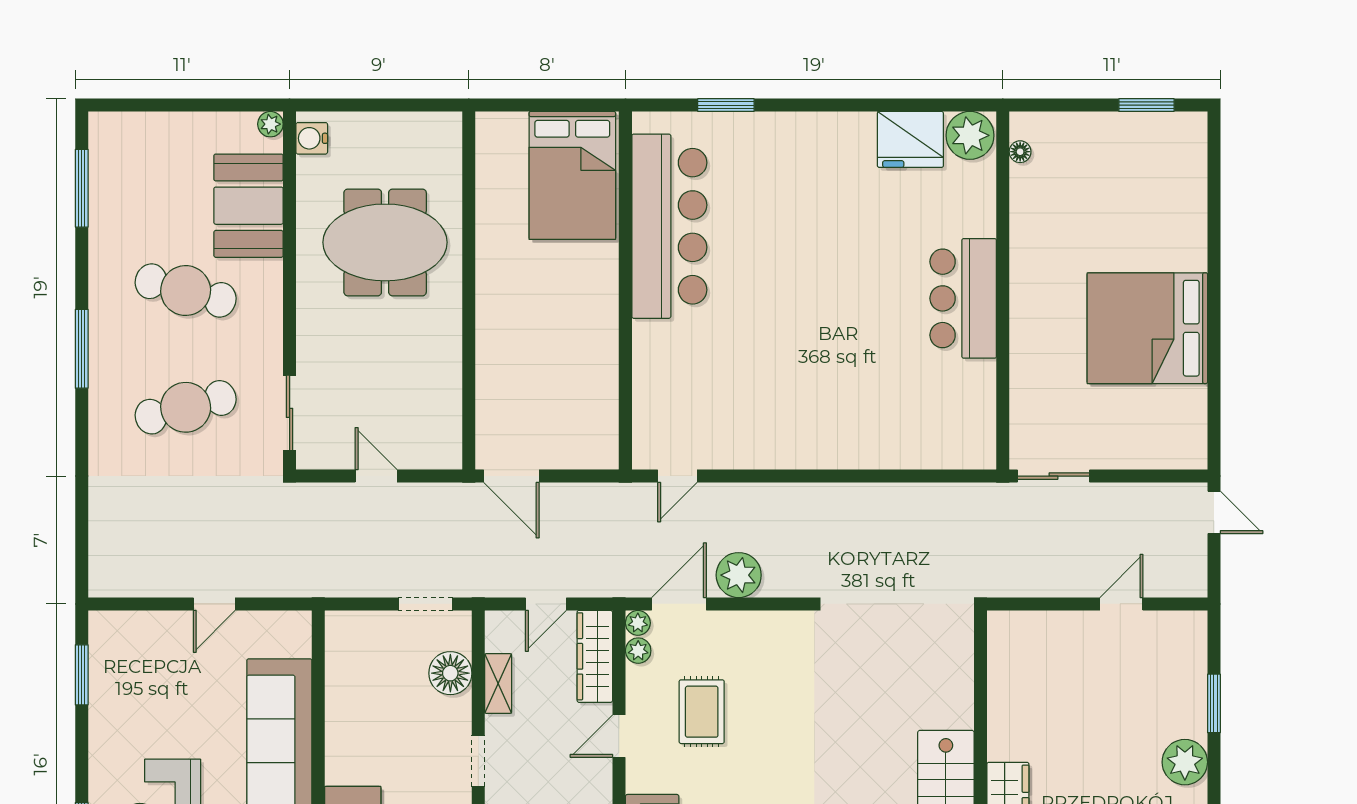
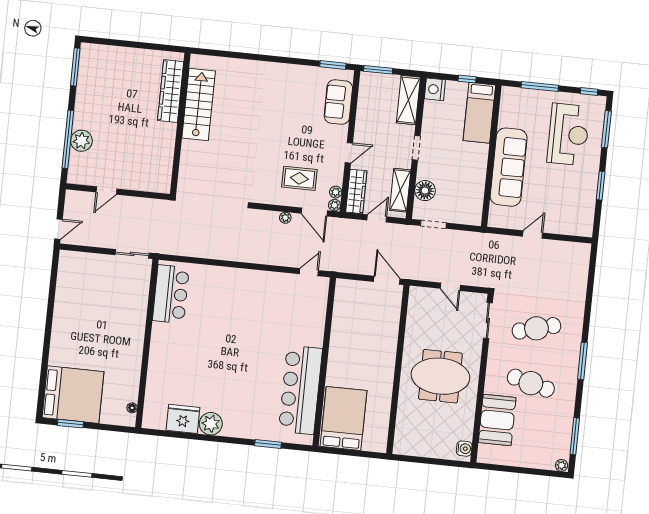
plant: (270, 124) -> (561, 465), moved
plant: (970, 135) -> (211, 424), moved
meeting table: (385, 242) -> (440, 376), moved
bar counter: (963, 298) -> (171, 294), moved
bed: (1147, 328) -> (73, 395), moved
door: (1214, 512) -> (59, 229), swing flipped
plant: (739, 575) -> (285, 218), width x0.53, depth x0.53
door: (679, 604) -> (314, 212), hinge flipped
window: (82, 675) -> (601, 186), moved
shelving: (498, 683) -> (400, 190), width x1.50, depth x1.33
window: (1214, 703) -> (68, 139), width x2.11
rug: (702, 712) -> (299, 178), moved, turned 90
plant: (1185, 762) -> (81, 141), moved

